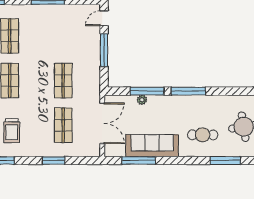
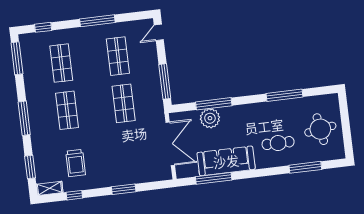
window: (104, 50) -> (165, 81), moved
window: (188, 91) -> (284, 95), moved
plant: (142, 100) -> (210, 118), width x1.88, depth x1.88
shop shelf: (63, 125) -> (118, 56), moved

